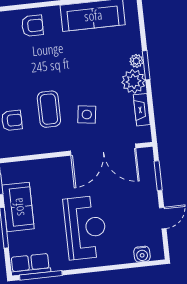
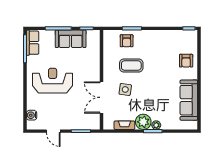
double door: (103, 150) -> (101, 97), width x0.73
reception desk: (85, 228) -> (53, 81), turned 180

